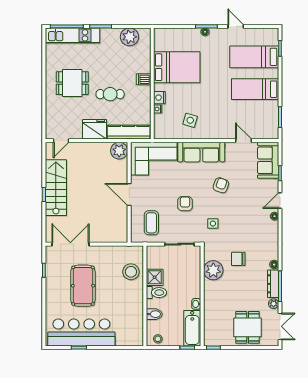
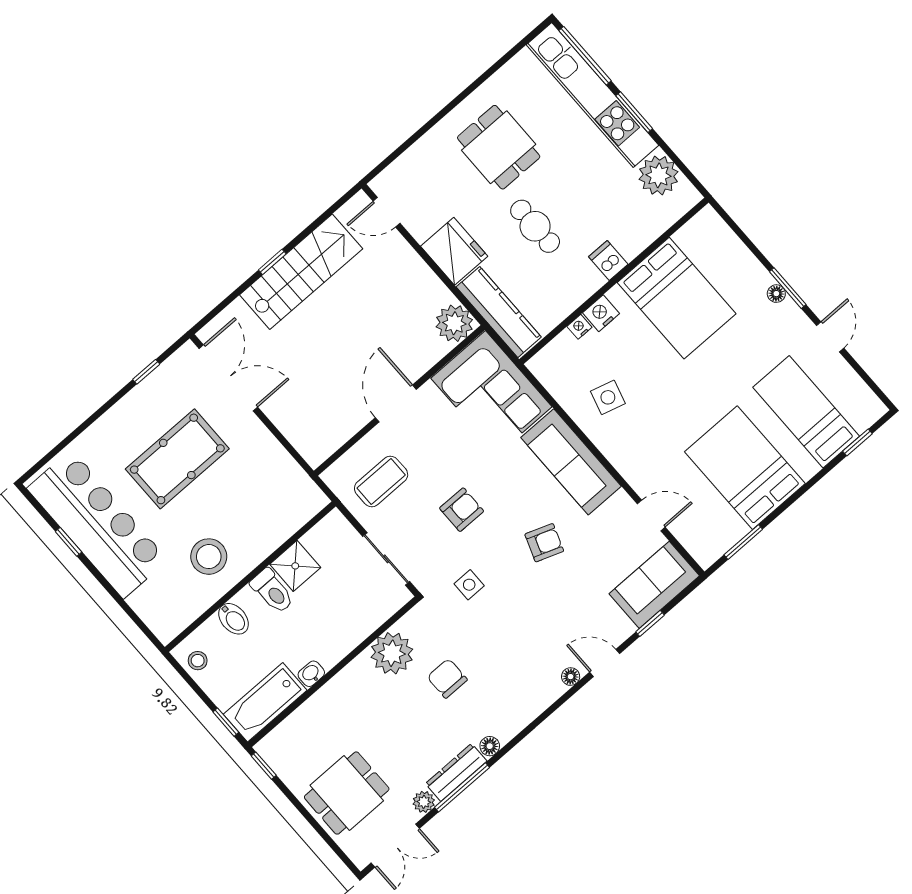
kitchen unit: (73, 35) -> (593, 95), width x1.36
bed: (255, 89) -> (745, 468), width x1.50
door: (244, 141) -> (651, 516), hinge flipped
stool: (131, 272) -> (209, 557), moved

